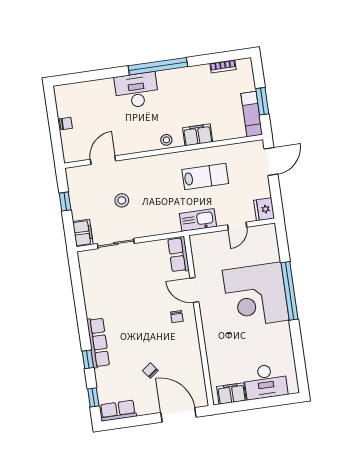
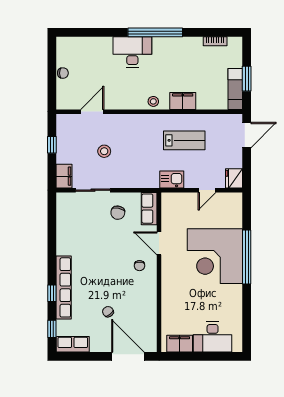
kitchen sink: (198, 220) -> (172, 180), width x0.73
chair: (146, 264) -> (118, 213), added
row of seats: (98, 343) -> (64, 287), width x1.36

